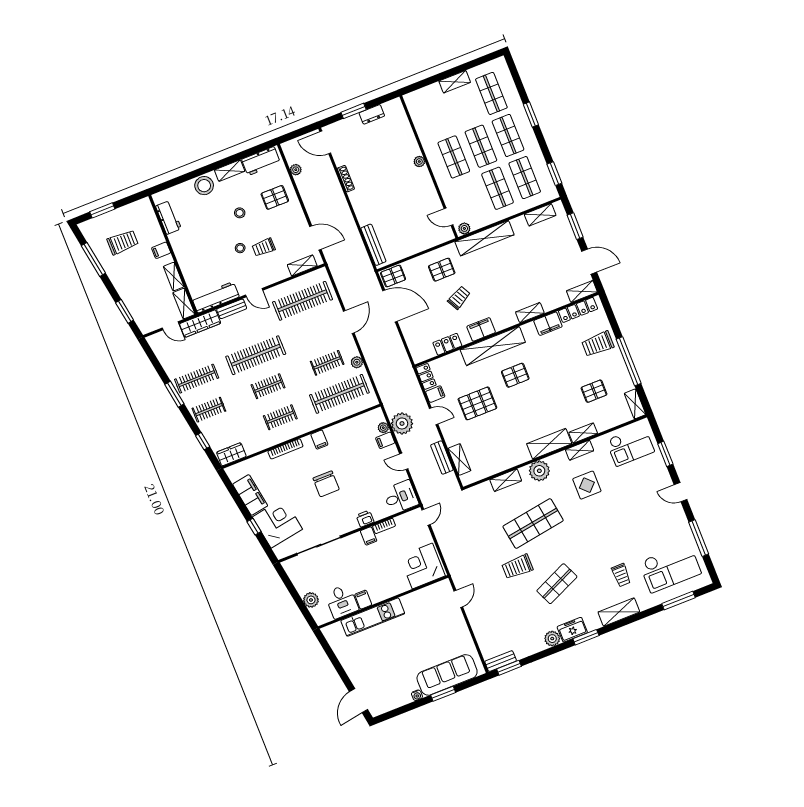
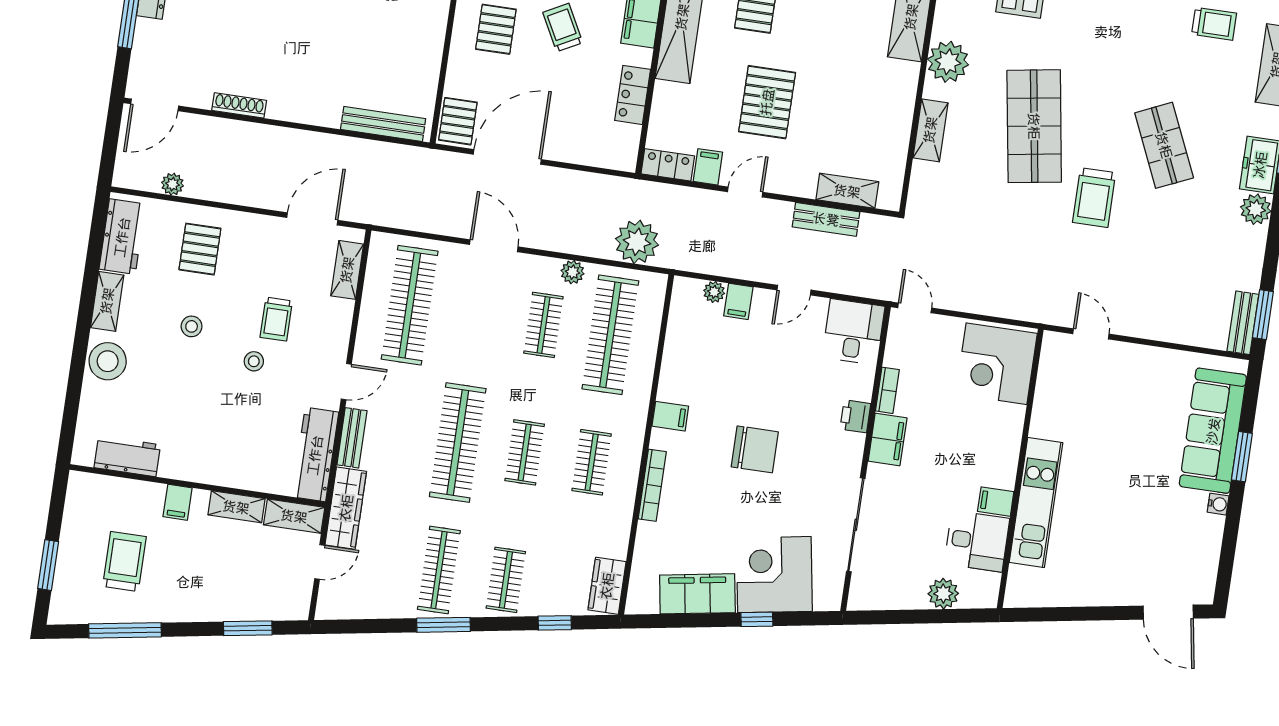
plant: (402, 423) -> (637, 242), moved
filing cabinet: (369, 536) -> (888, 439), width x2.00

